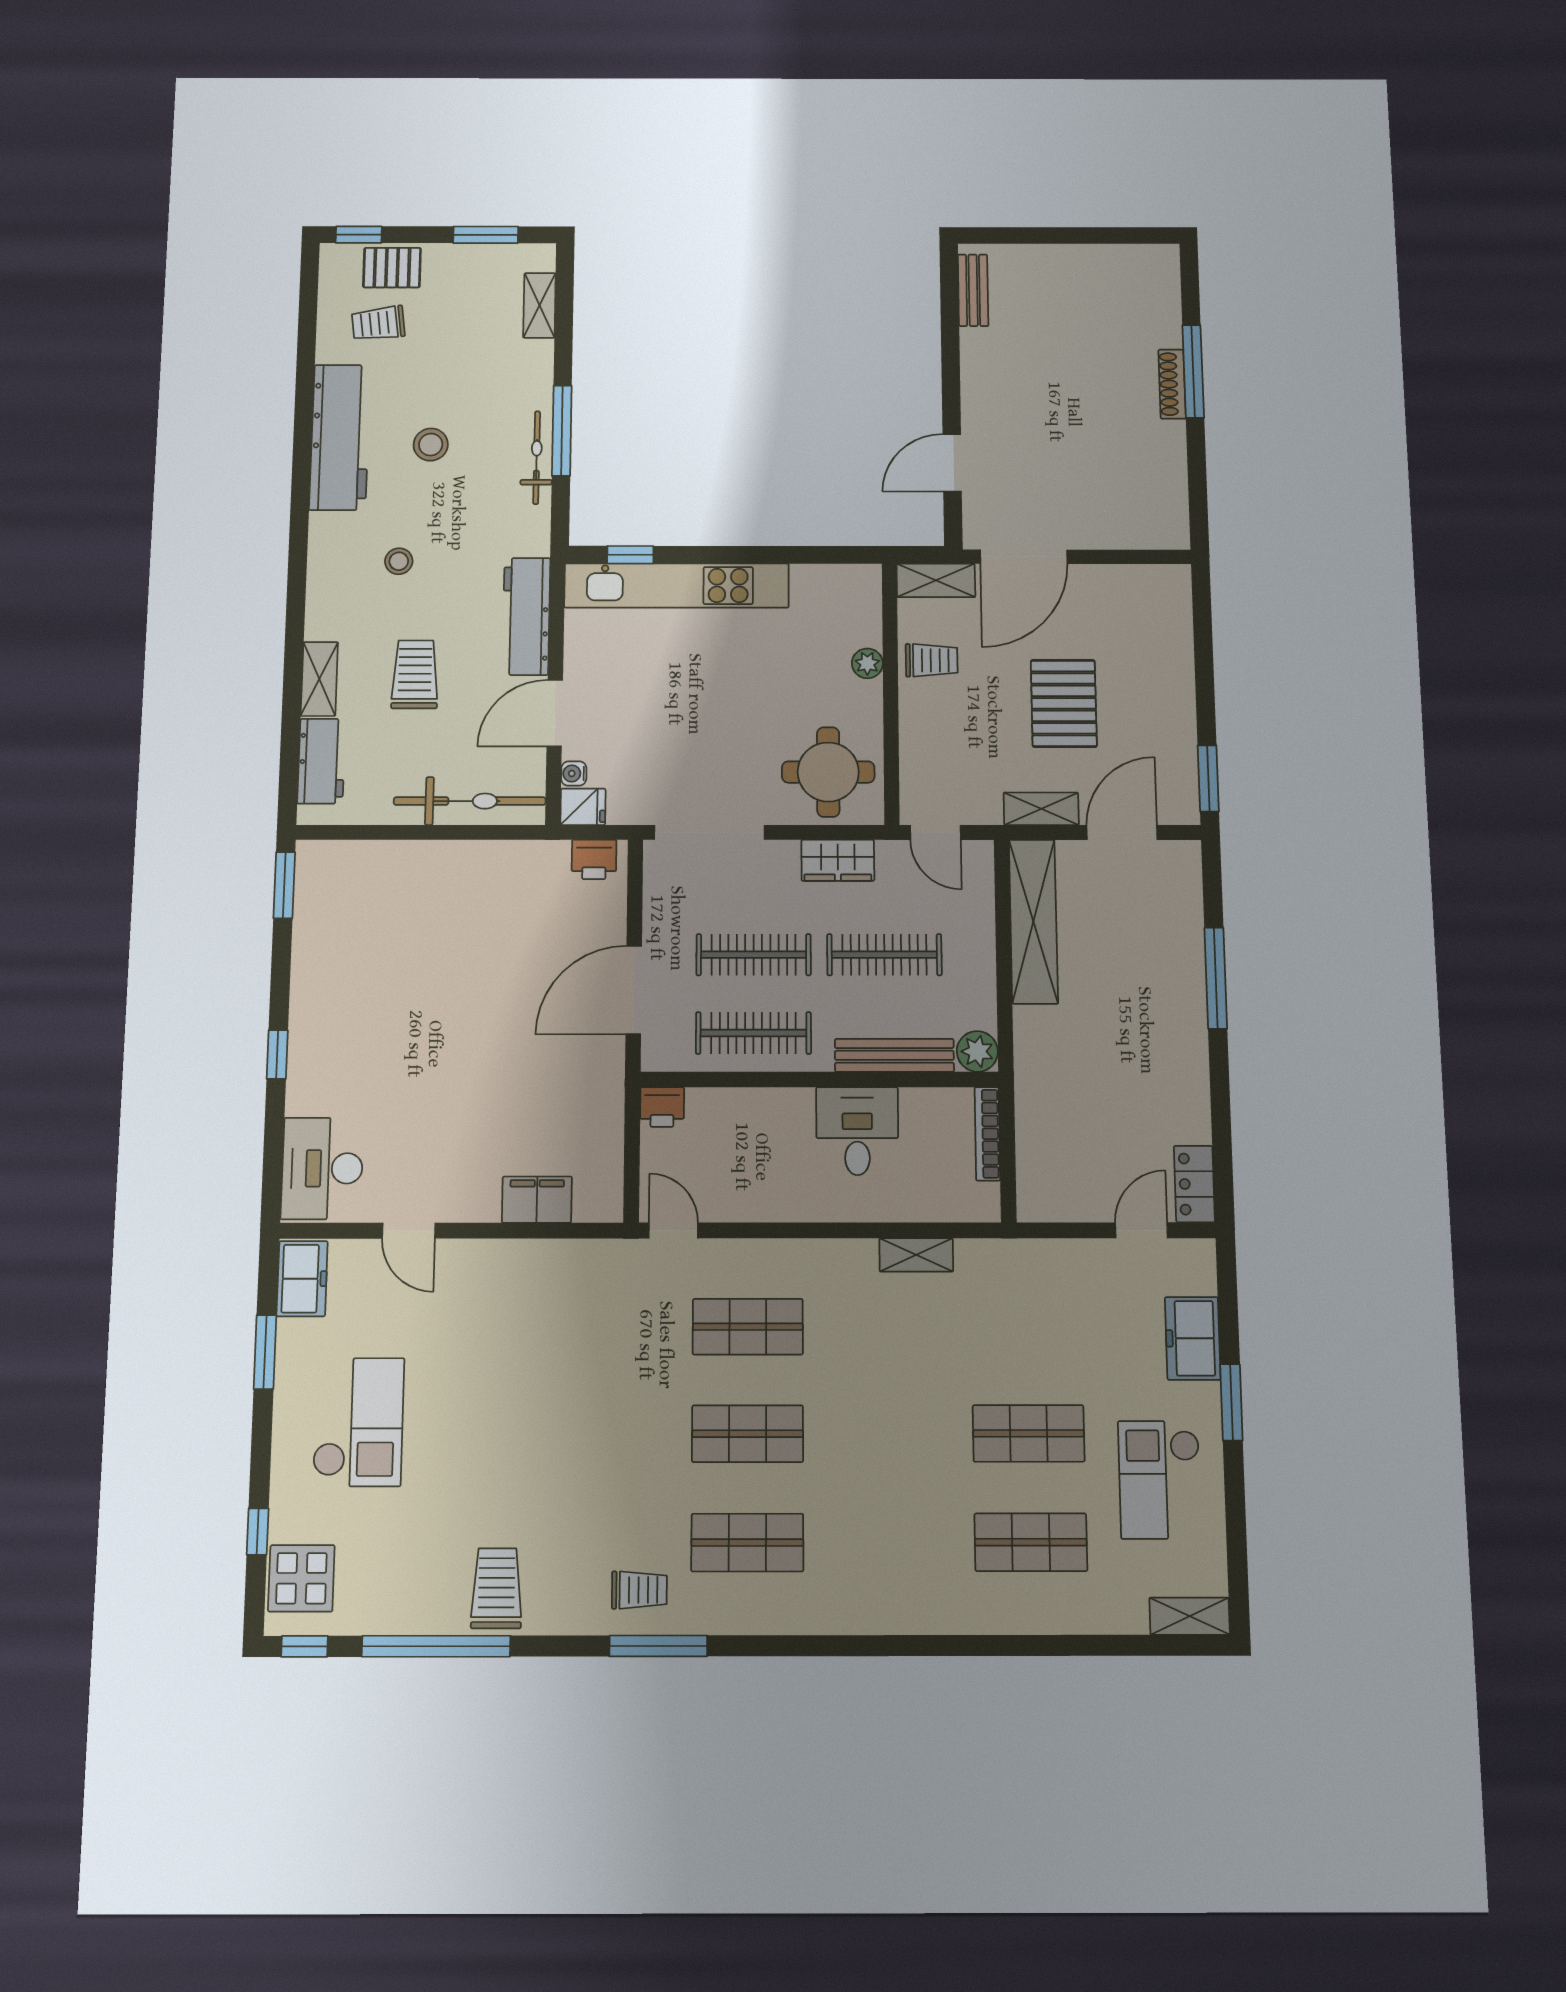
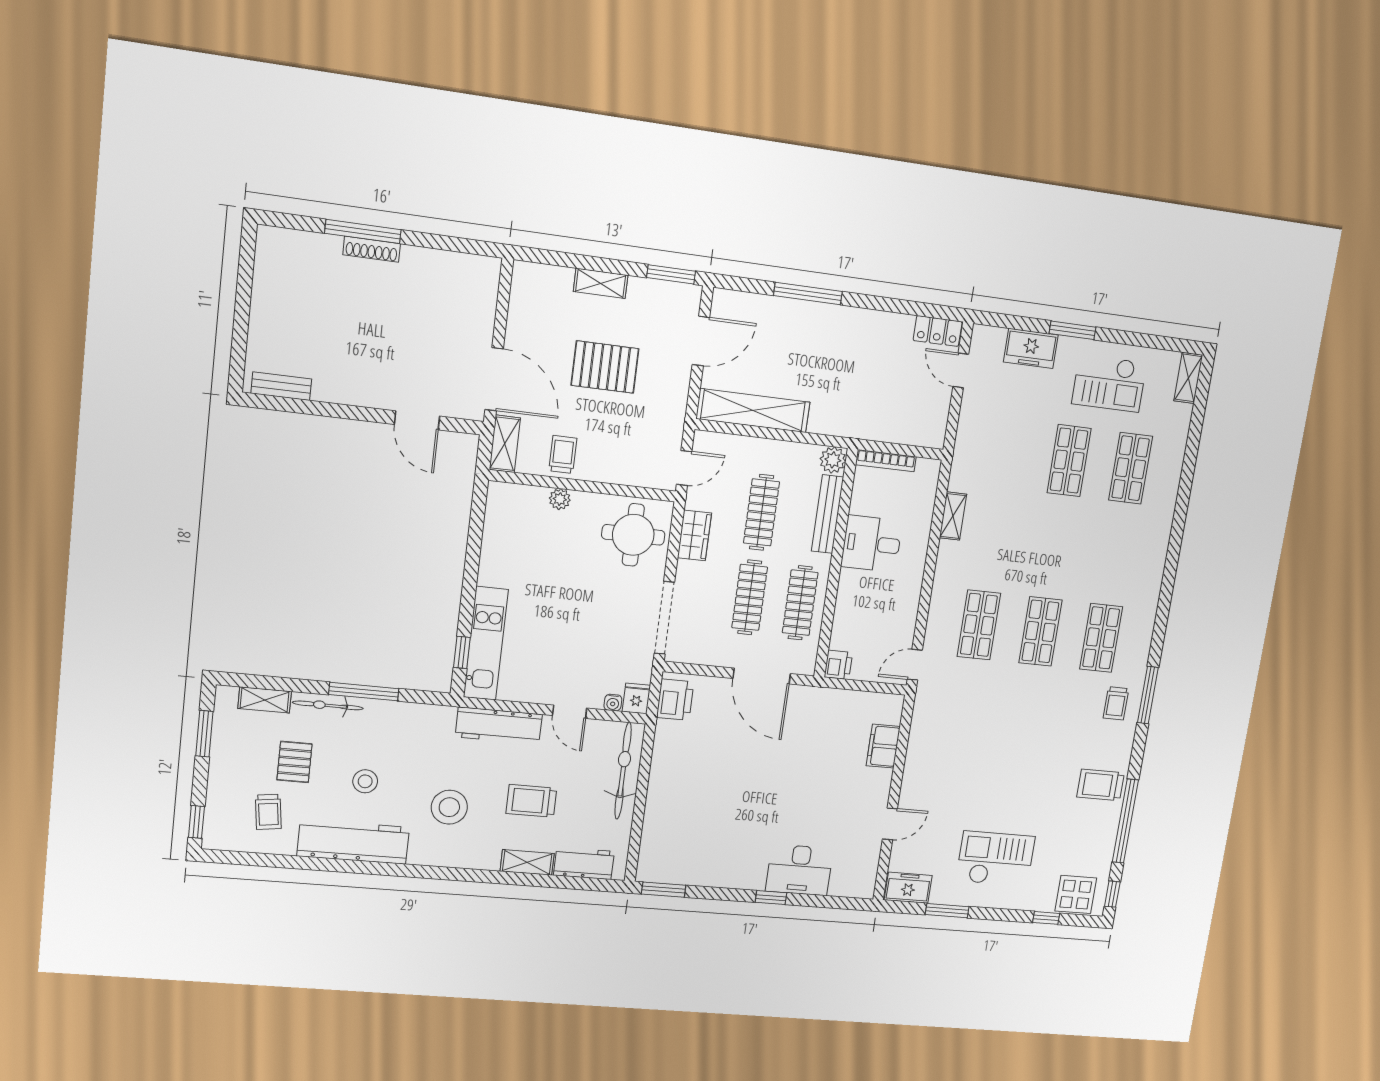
pallet: (392, 268) -> (294, 762), moved
bicycle: (537, 458) -> (328, 705), moved
stool: (399, 561) -> (449, 807), width x1.89, depth x1.89
kitchen unit: (677, 586) -> (486, 643), width x0.73
door: (555, 713) -> (570, 712), width x0.73
shelving: (1041, 809) -> (601, 283), moved, turned 90
door: (1122, 832) -> (701, 341), swing flipped
printer: (594, 859) -> (675, 700), width x1.36, depth x1.24
desk: (322, 1168) -> (799, 870), moved
trolley: (639, 1590) -> (1116, 703), turned 180

